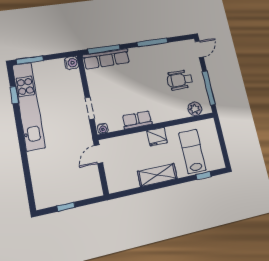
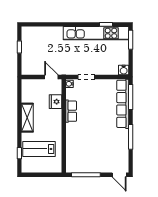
row of seats: (106, 59) -> (123, 104), width x1.36
wheelchair: (180, 80) -> (96, 152), removed
plant: (195, 109) -> (71, 159), removed
fridge: (157, 137) -> (56, 102), moved
lab bench: (192, 151) -> (39, 149), turned 180

